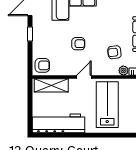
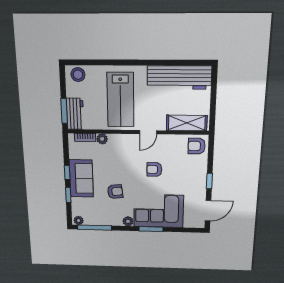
armchair: (114, 52) -> (115, 192), moved

